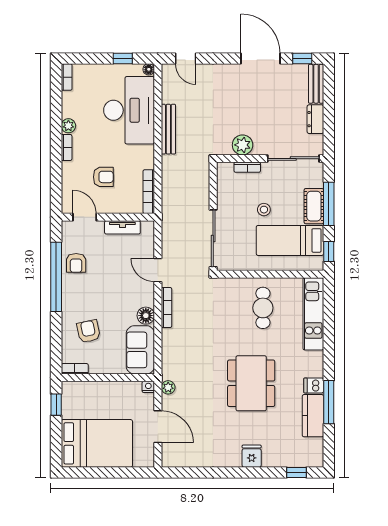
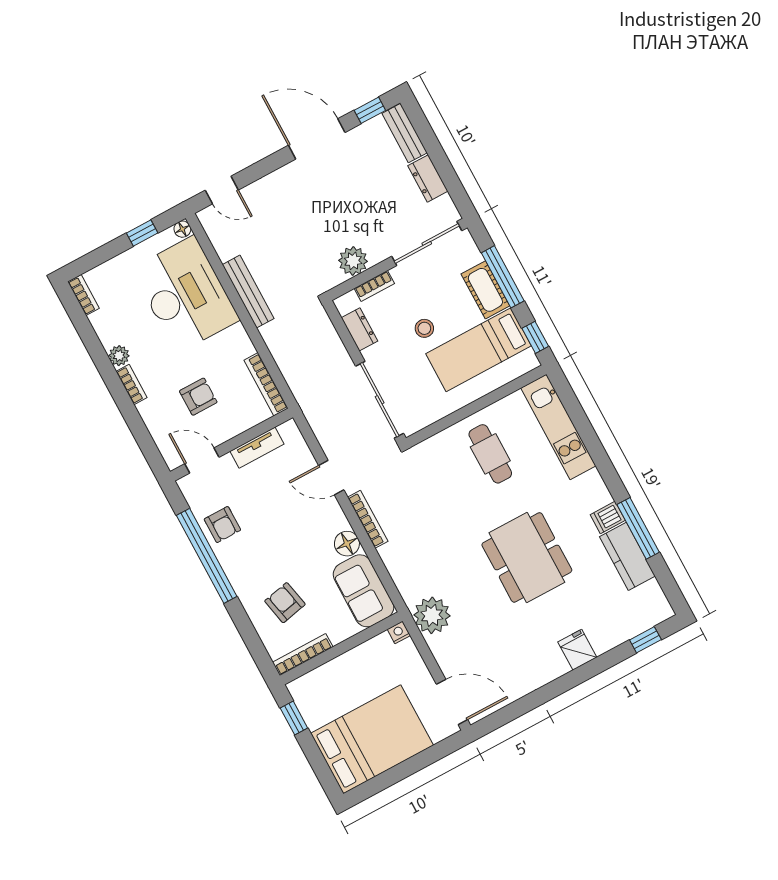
dresser: (224, 189) -> (359, 329), added
bookcase: (75, 369) -> (303, 655), width x1.56
plant: (168, 387) -> (432, 615), width x1.88, depth x1.88
door: (158, 427) -> (452, 702), moved

